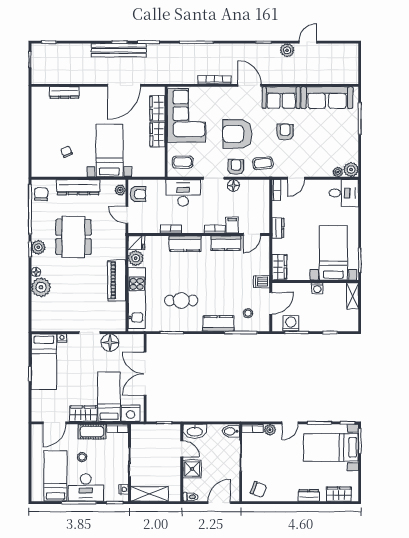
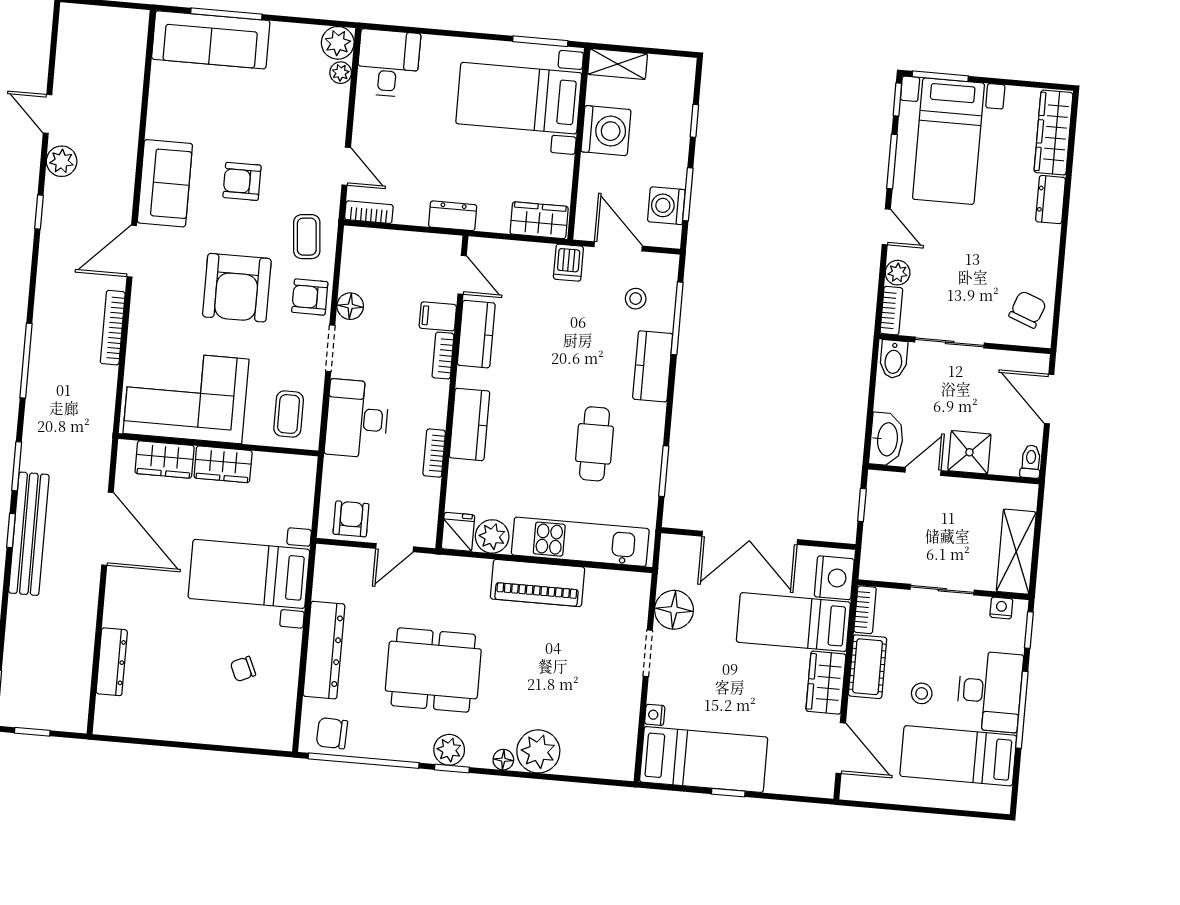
sofa: (327, 98) -> (211, 40), moved, turned 90
plant: (120, 190) -> (338, 557), removed
washing machine: (317, 288) -> (606, 131), width x1.89, depth x1.89
wardrobe: (339, 494) -> (1053, 133), width x1.50

